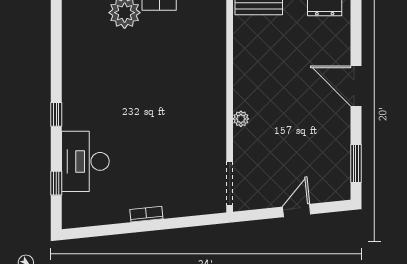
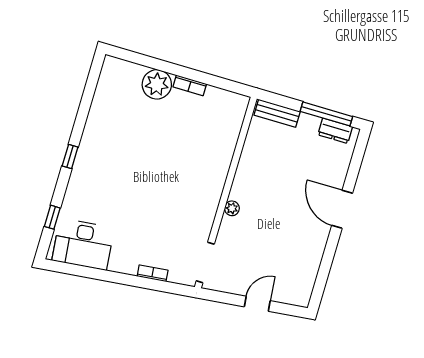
desk: (85, 161) -> (83, 244), moved, turned -96
window: (356, 163) -> (322, 278), removed
bookcase: (146, 214) -> (153, 273), moved

